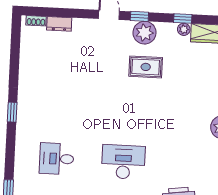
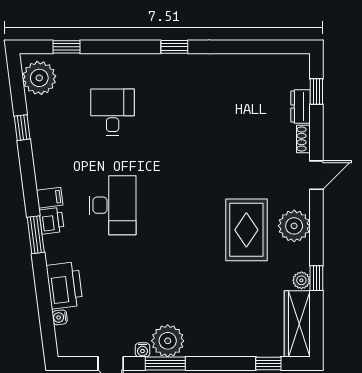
window: (139, 16) -> (316, 92), moved
shoe rack: (36, 21) -> (303, 139), moved
rug: (146, 67) -> (246, 230), width x1.36, depth x1.43

